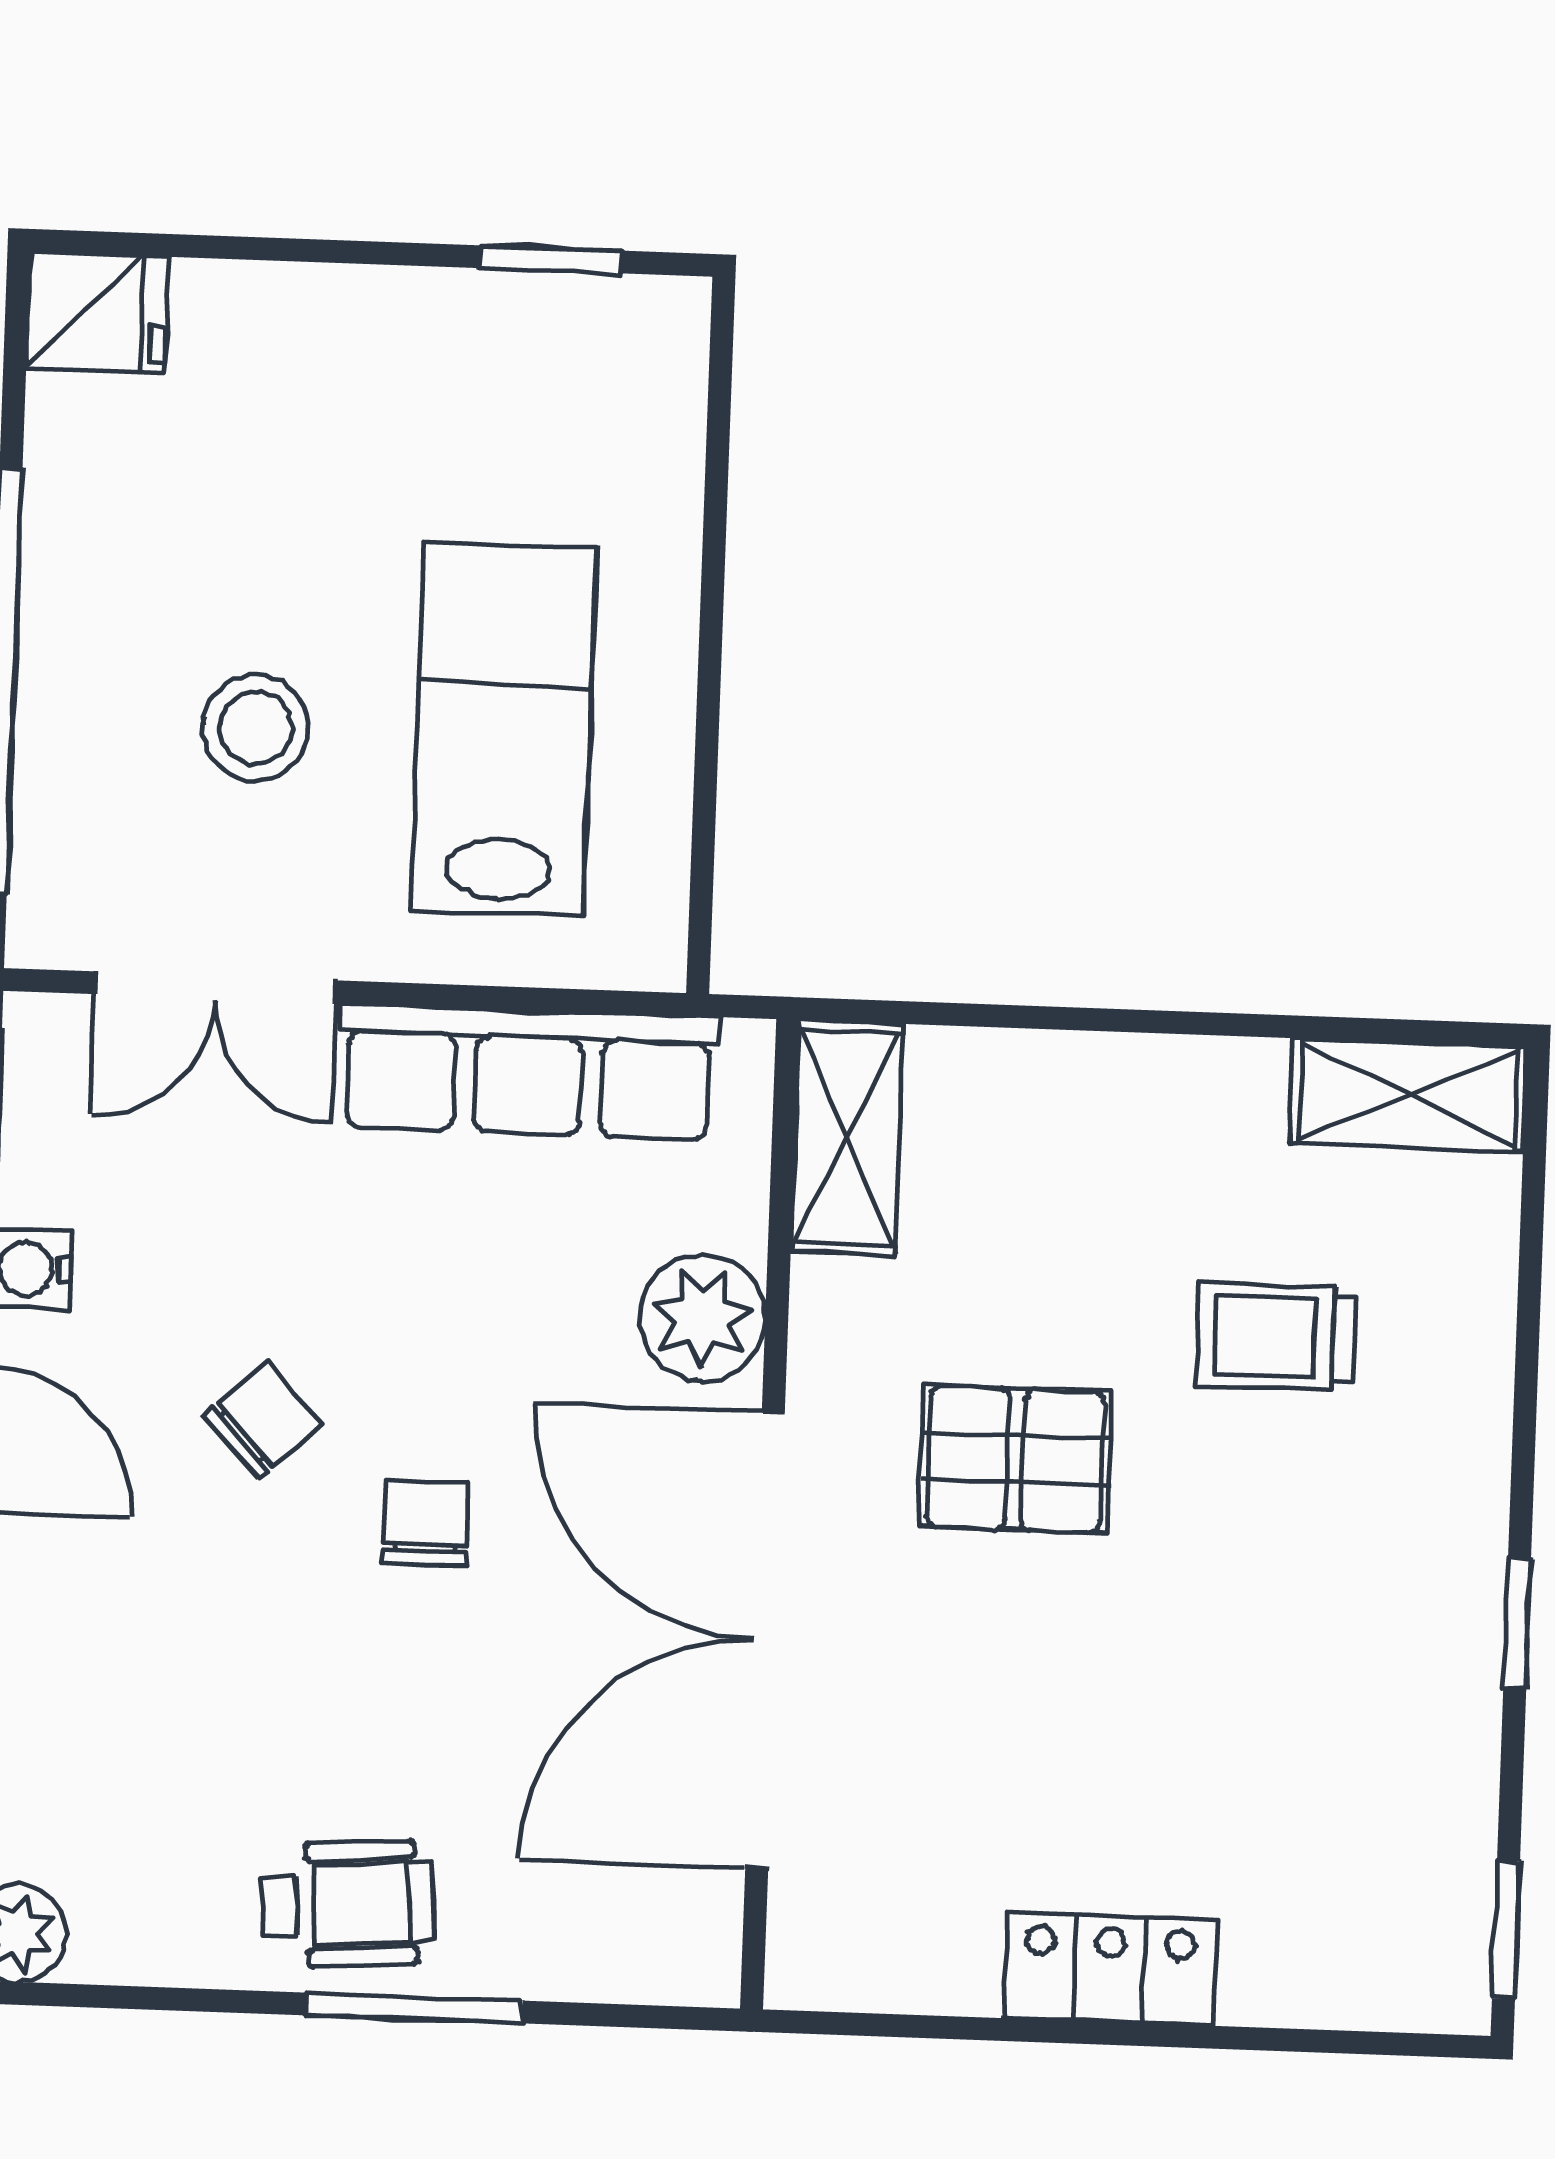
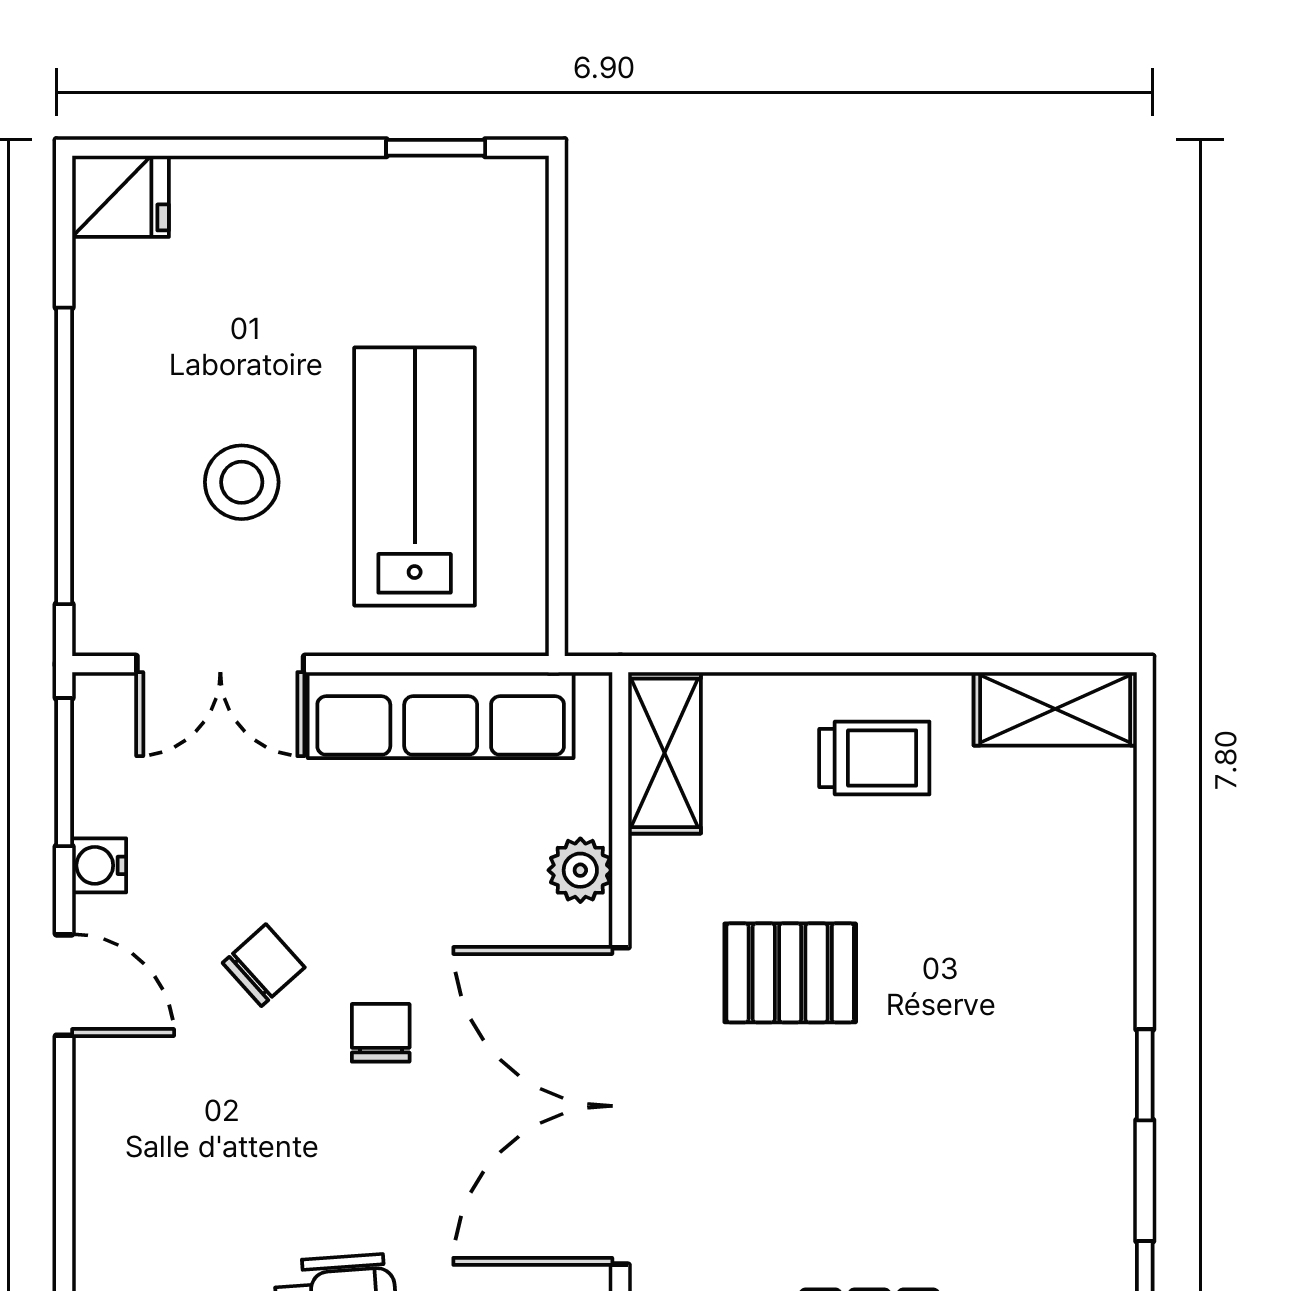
plant: (702, 1318) -> (580, 870), width x0.73, depth x0.73
trolley: (1276, 1337) -> (874, 758), moved, turned 180

